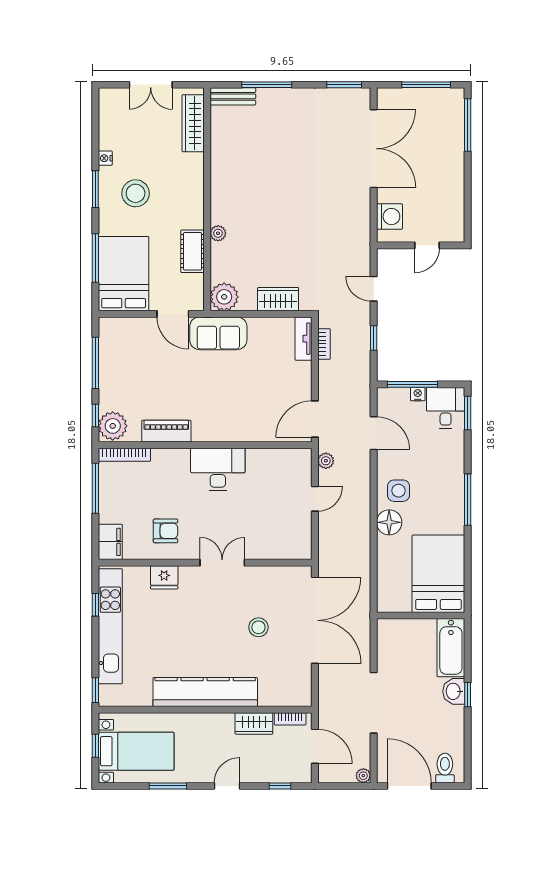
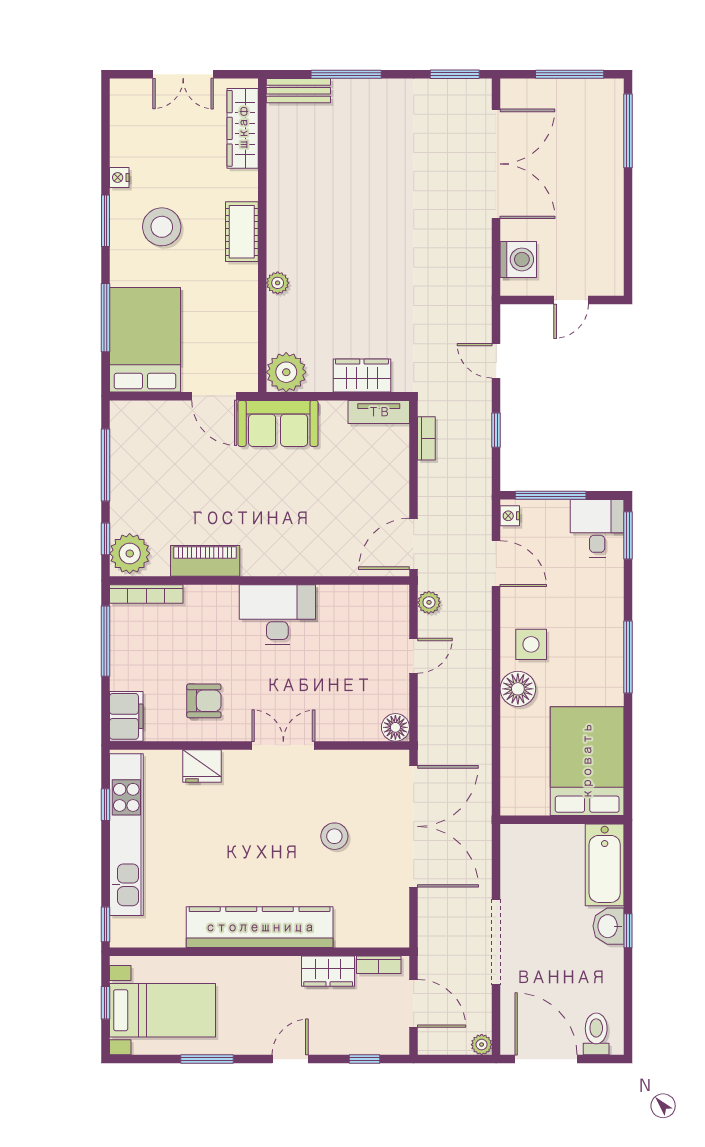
cot: (193, 251) -> (242, 232), moved
tv unit: (304, 339) -> (379, 412), moved, turned -90
nightstand: (418, 394) -> (510, 516), moved, turned -90
floor lamp: (302, 550) -> (395, 727), added

